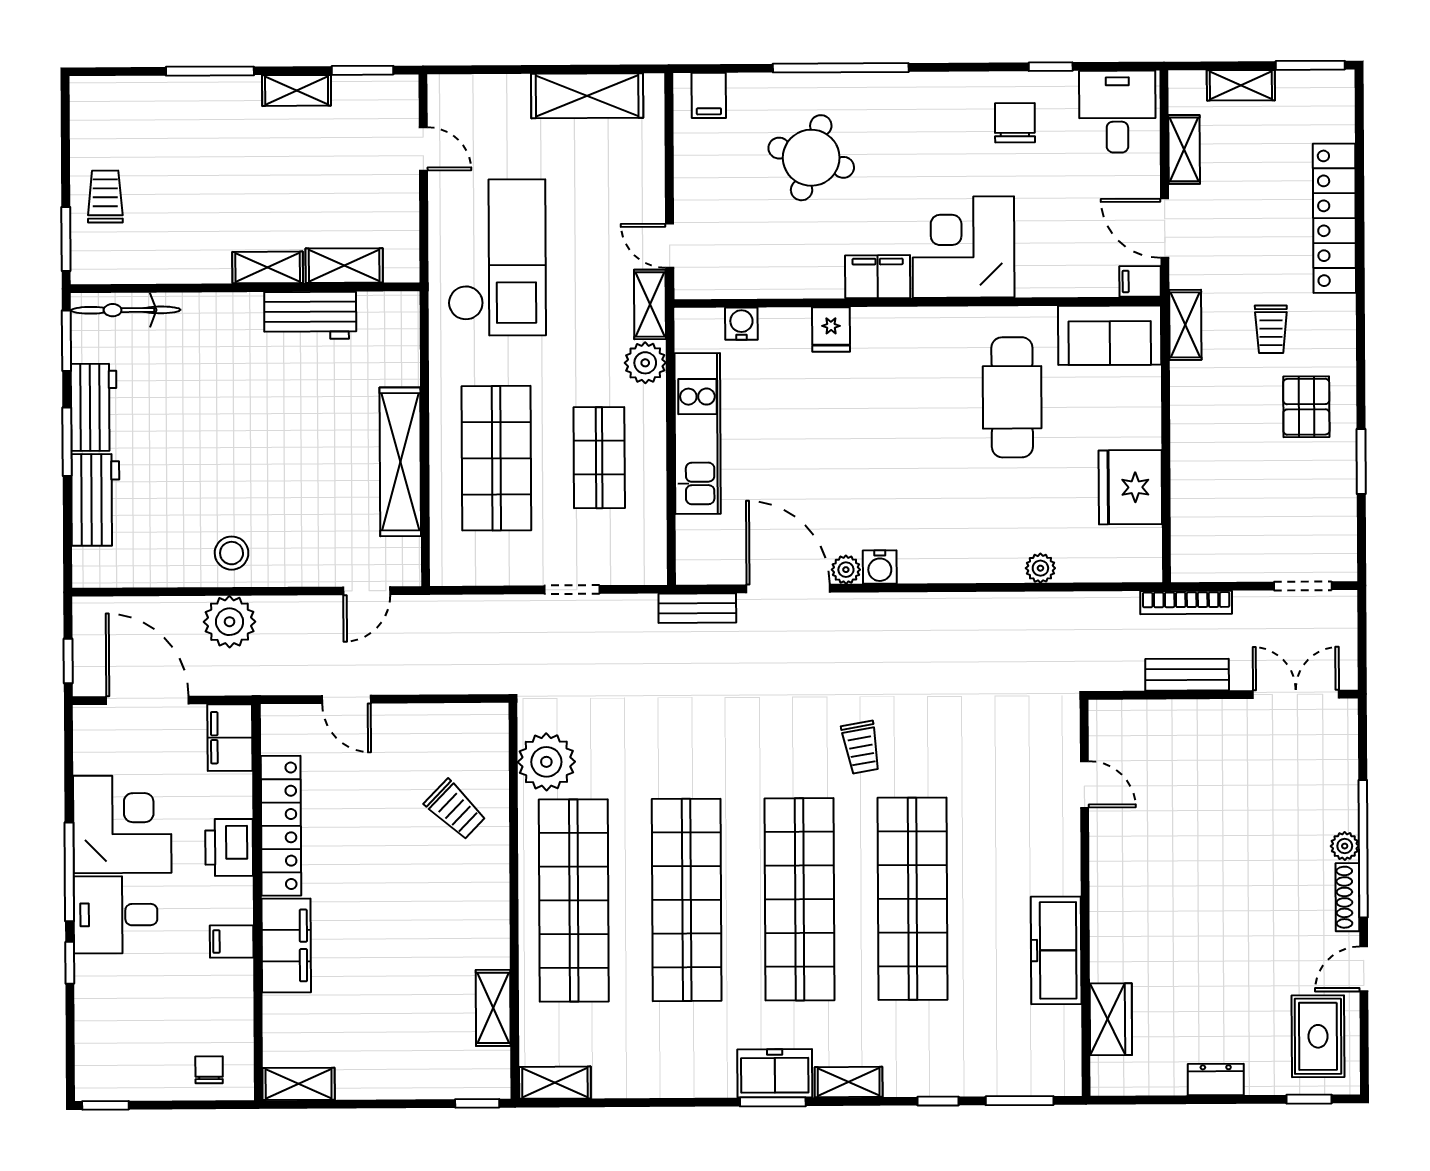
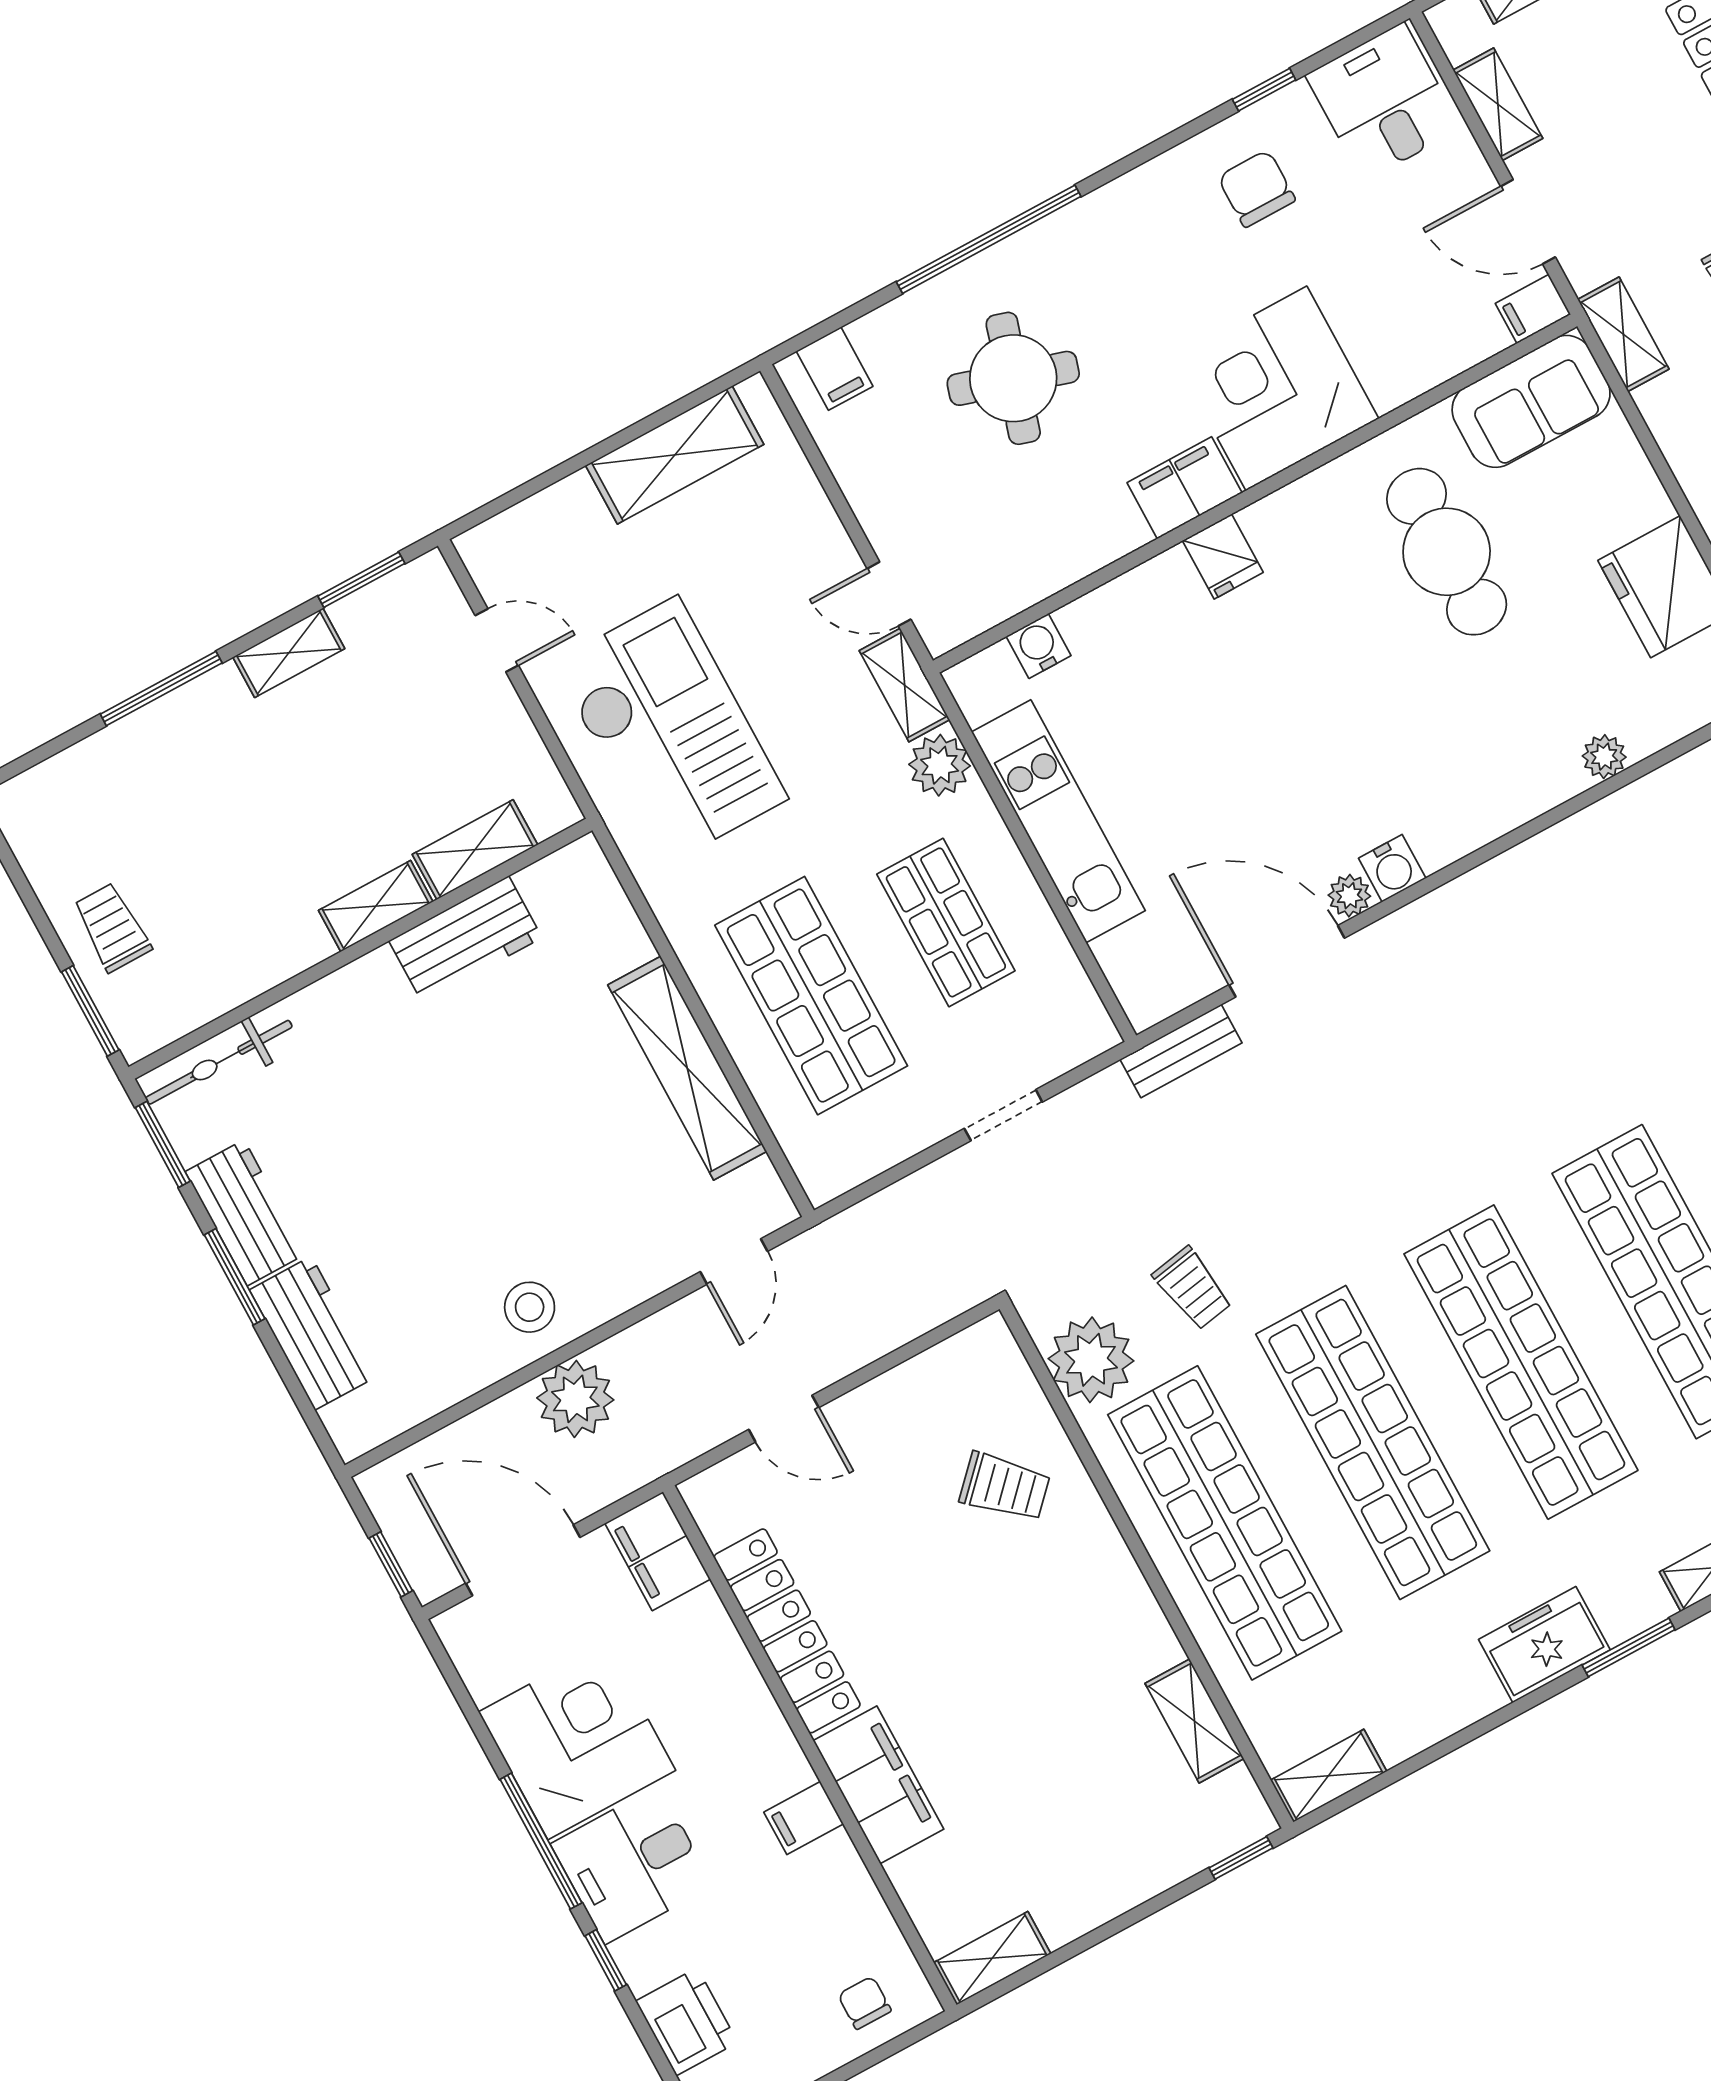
fridge: (831, 329) -> (1223, 556), moved
trolley: (861, 747) -> (1193, 1288), moved
printer: (229, 848) -> (687, 2022), moved, turned 180
freezer: (775, 1073) -> (1544, 1645), moved

